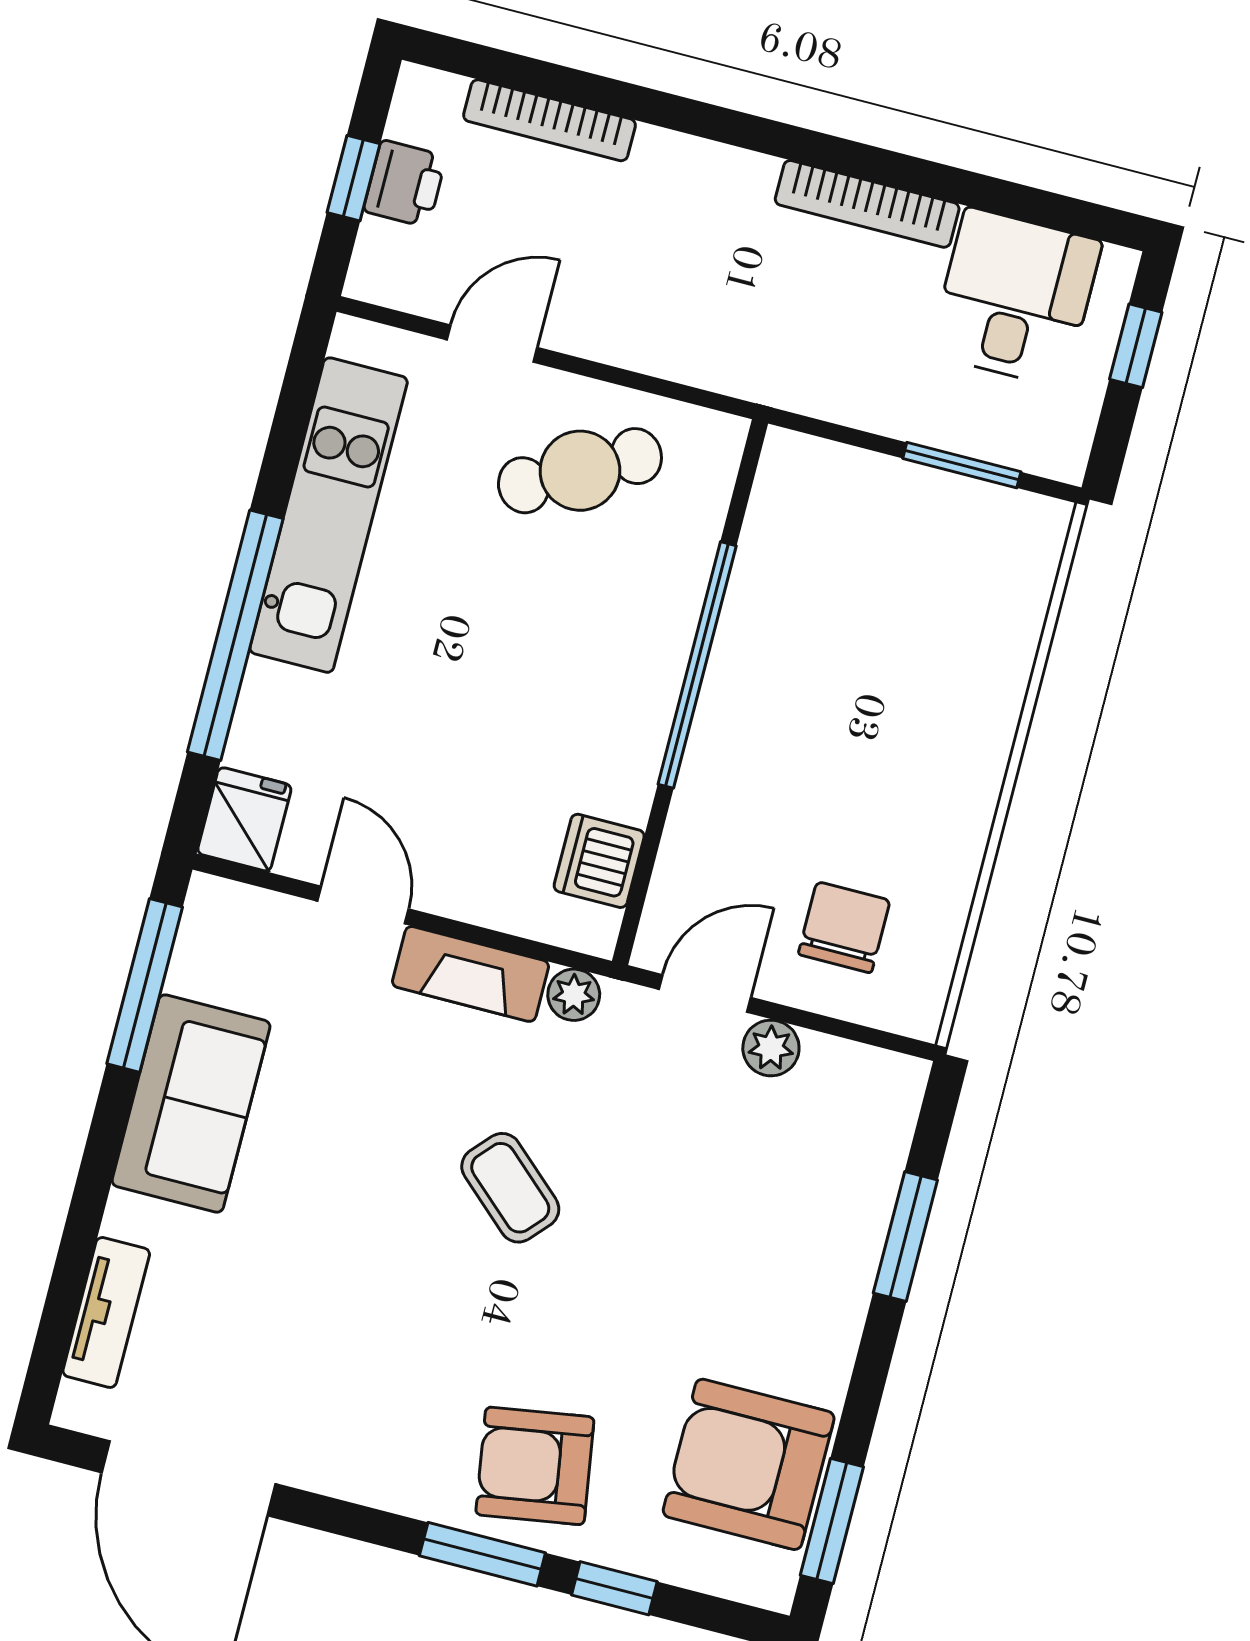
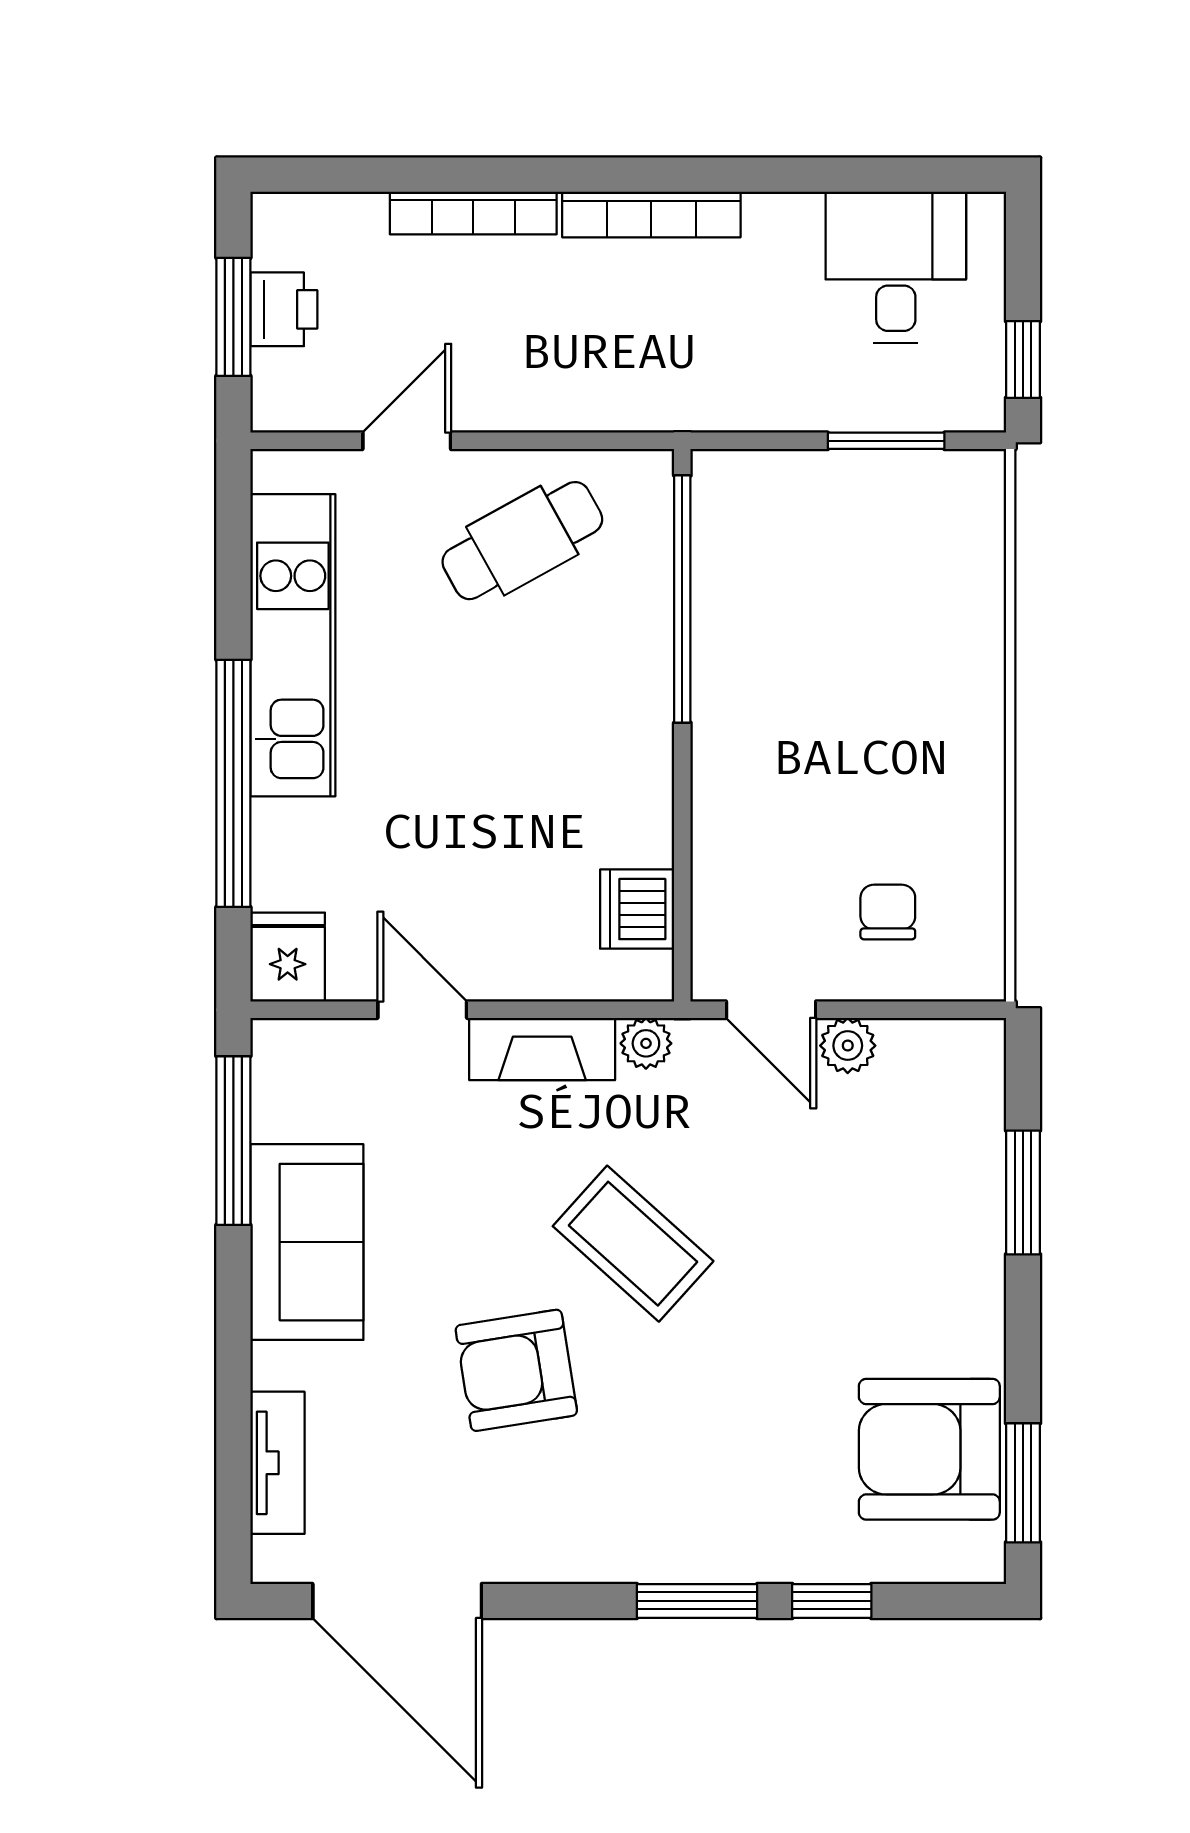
bookcase: (550, 120) -> (473, 213), moved
window: (353, 178) -> (233, 317), width x1.50
bookcase: (867, 204) -> (651, 214), moved
window: (1136, 346) -> (1023, 359), moved
window: (697, 665) -> (682, 599), moved
chair: (844, 927) -> (888, 912), width x0.73, depth x0.73
door: (705, 993) -> (771, 1010), swing flipped
coffee table: (510, 1188) -> (633, 1244), width x1.36, depth x1.30
armchair: (535, 1466) -> (516, 1370), moved

